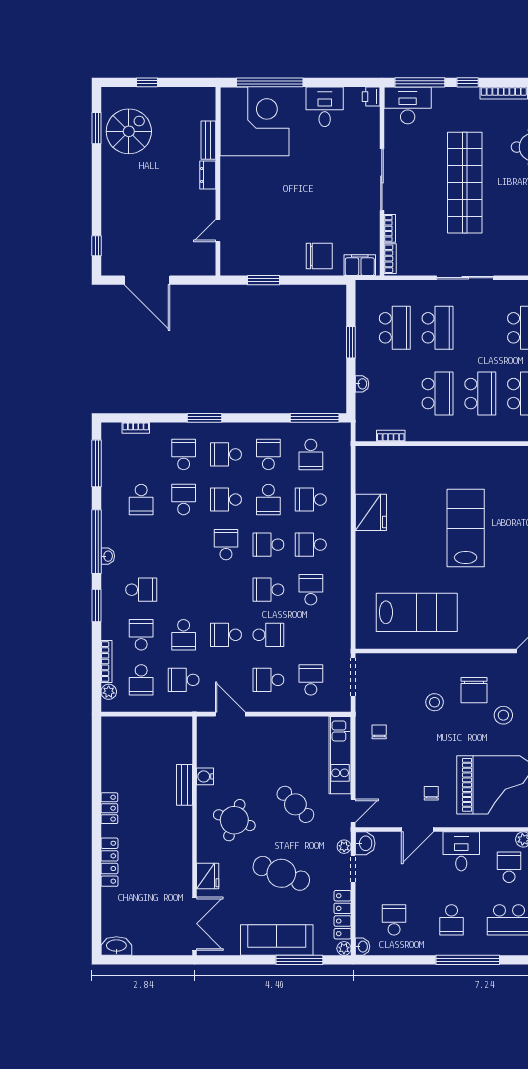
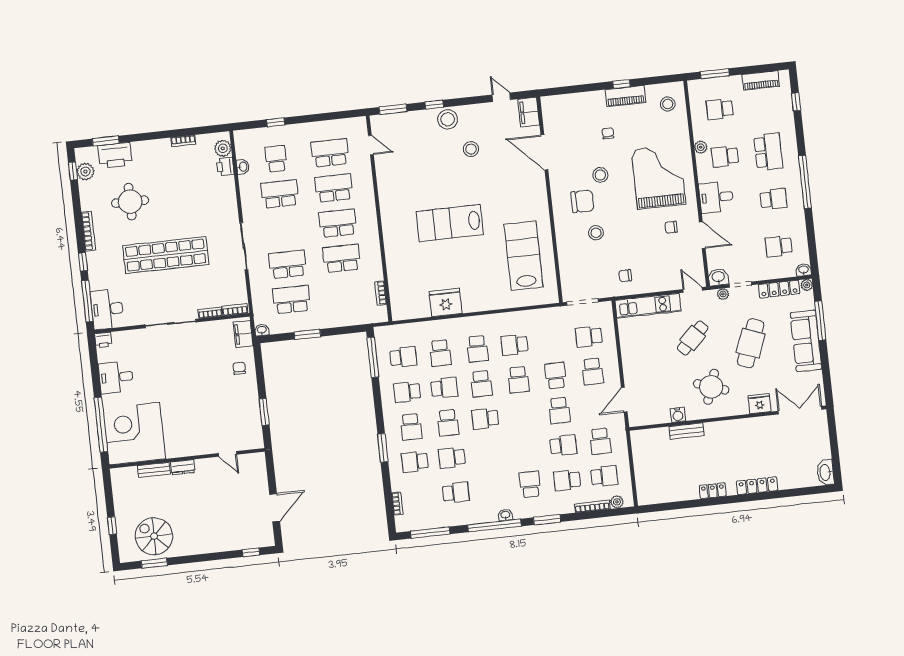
chair: (319, 256) -> (239, 368), width x0.54, depth x0.54
door: (147, 280) -> (275, 508), width x0.73
washbasin: (362, 384) -> (262, 330), moved

